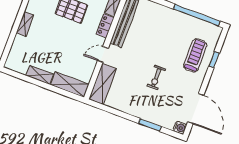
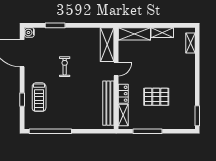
shelving: (25, 24) -> (190, 43), moved

